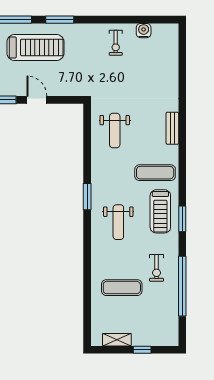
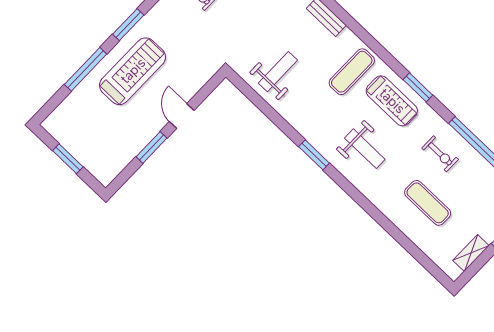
door: (37, 100) -> (182, 116), hinge flipped
weight bench: (115, 131) -> (278, 72), turned -90
exercise mat: (122, 288) -> (428, 203), turned 90

